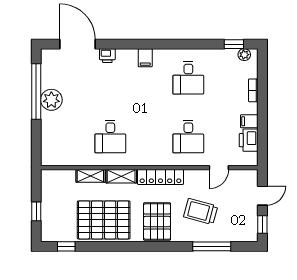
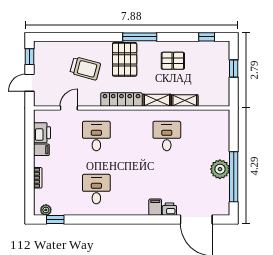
filing cabinet: (145, 58) -> (155, 207), moved
pallet: (104, 220) -> (173, 61), width x0.49, depth x0.50
window: (212, 246) -> (140, 37), moved

